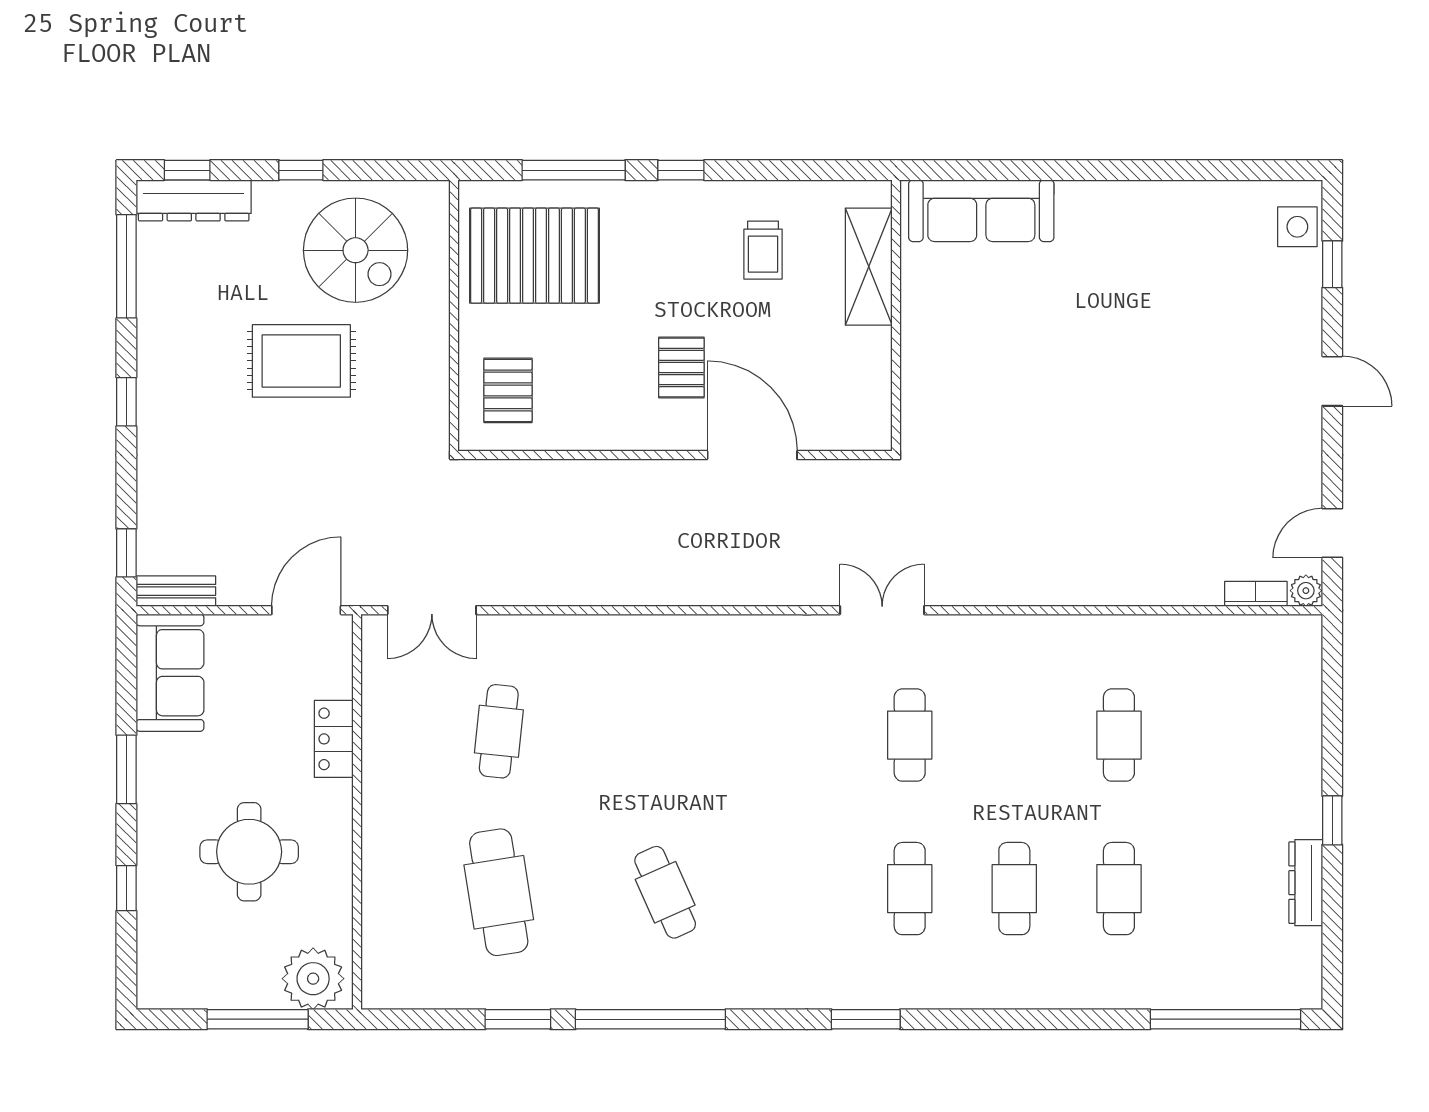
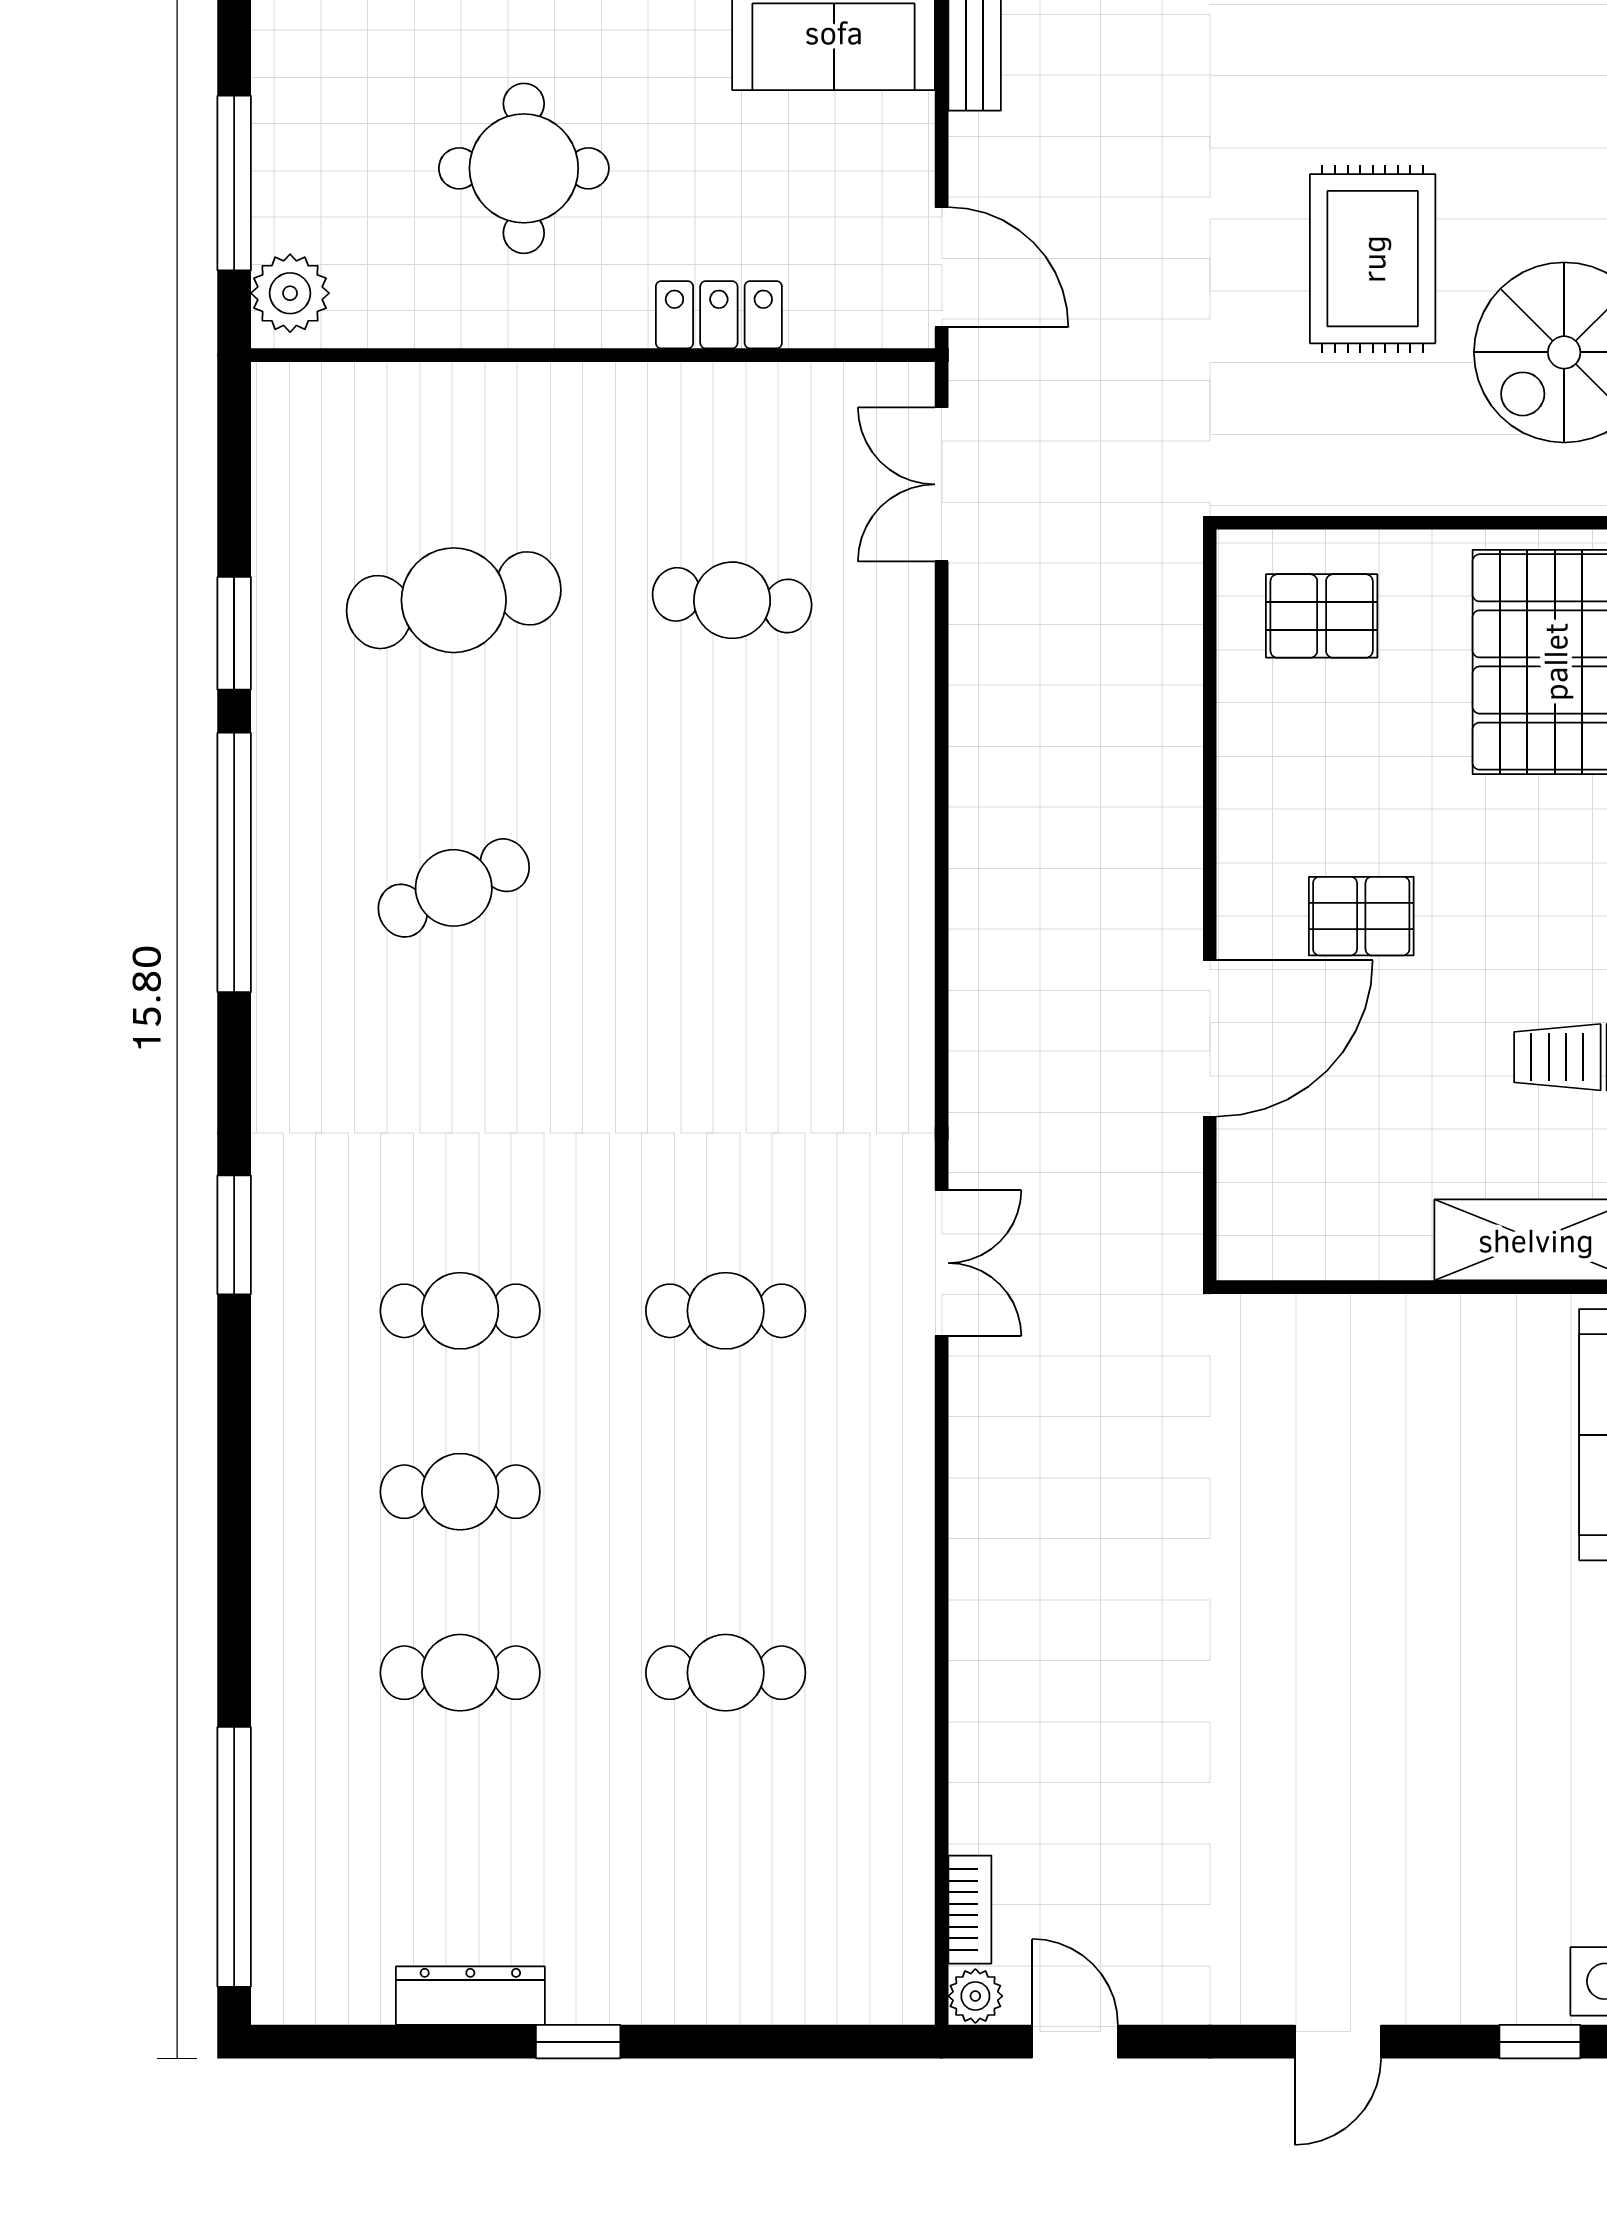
plant: (313, 979) -> (290, 293), width x0.73, depth x0.73

